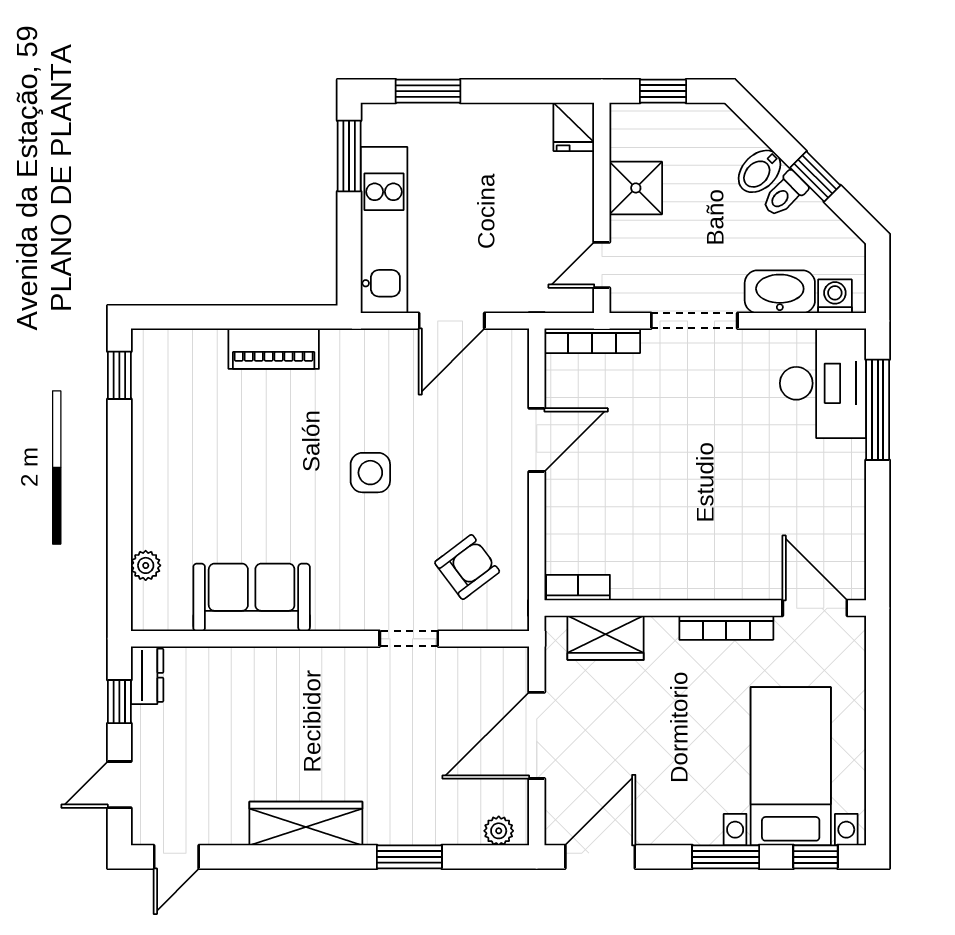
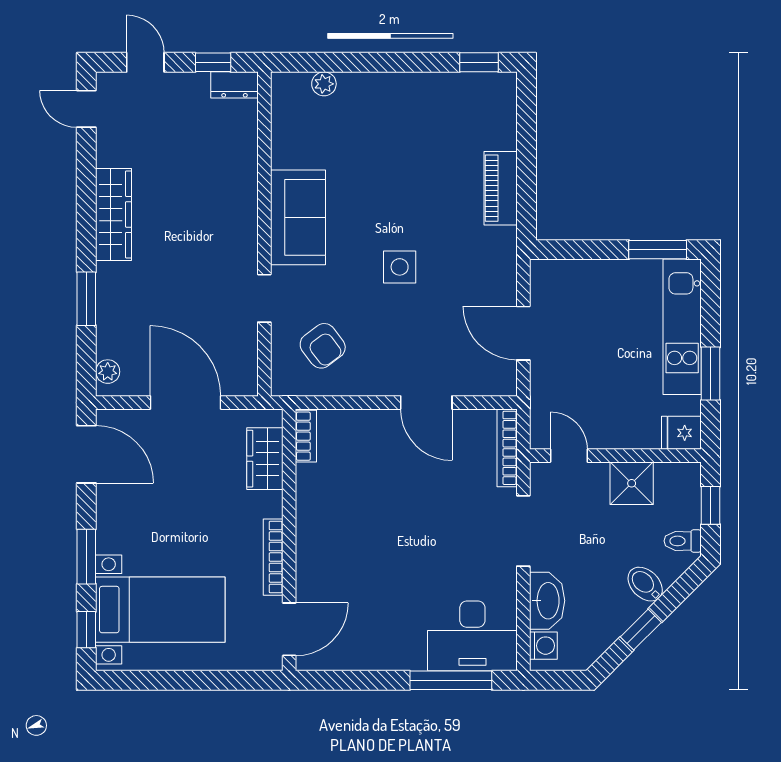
window: (428, 91) -> (711, 374), moved
toilet: (784, 194) -> (683, 541), moved, turned -45
kitchen unit: (384, 230) -> (682, 327), moved, turned 90
sofa: (252, 597) -> (298, 217), moved

